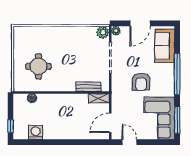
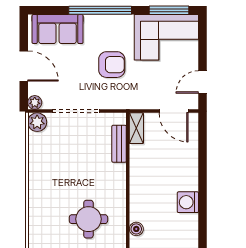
washing machine: (36, 132) -> (188, 202), moved

